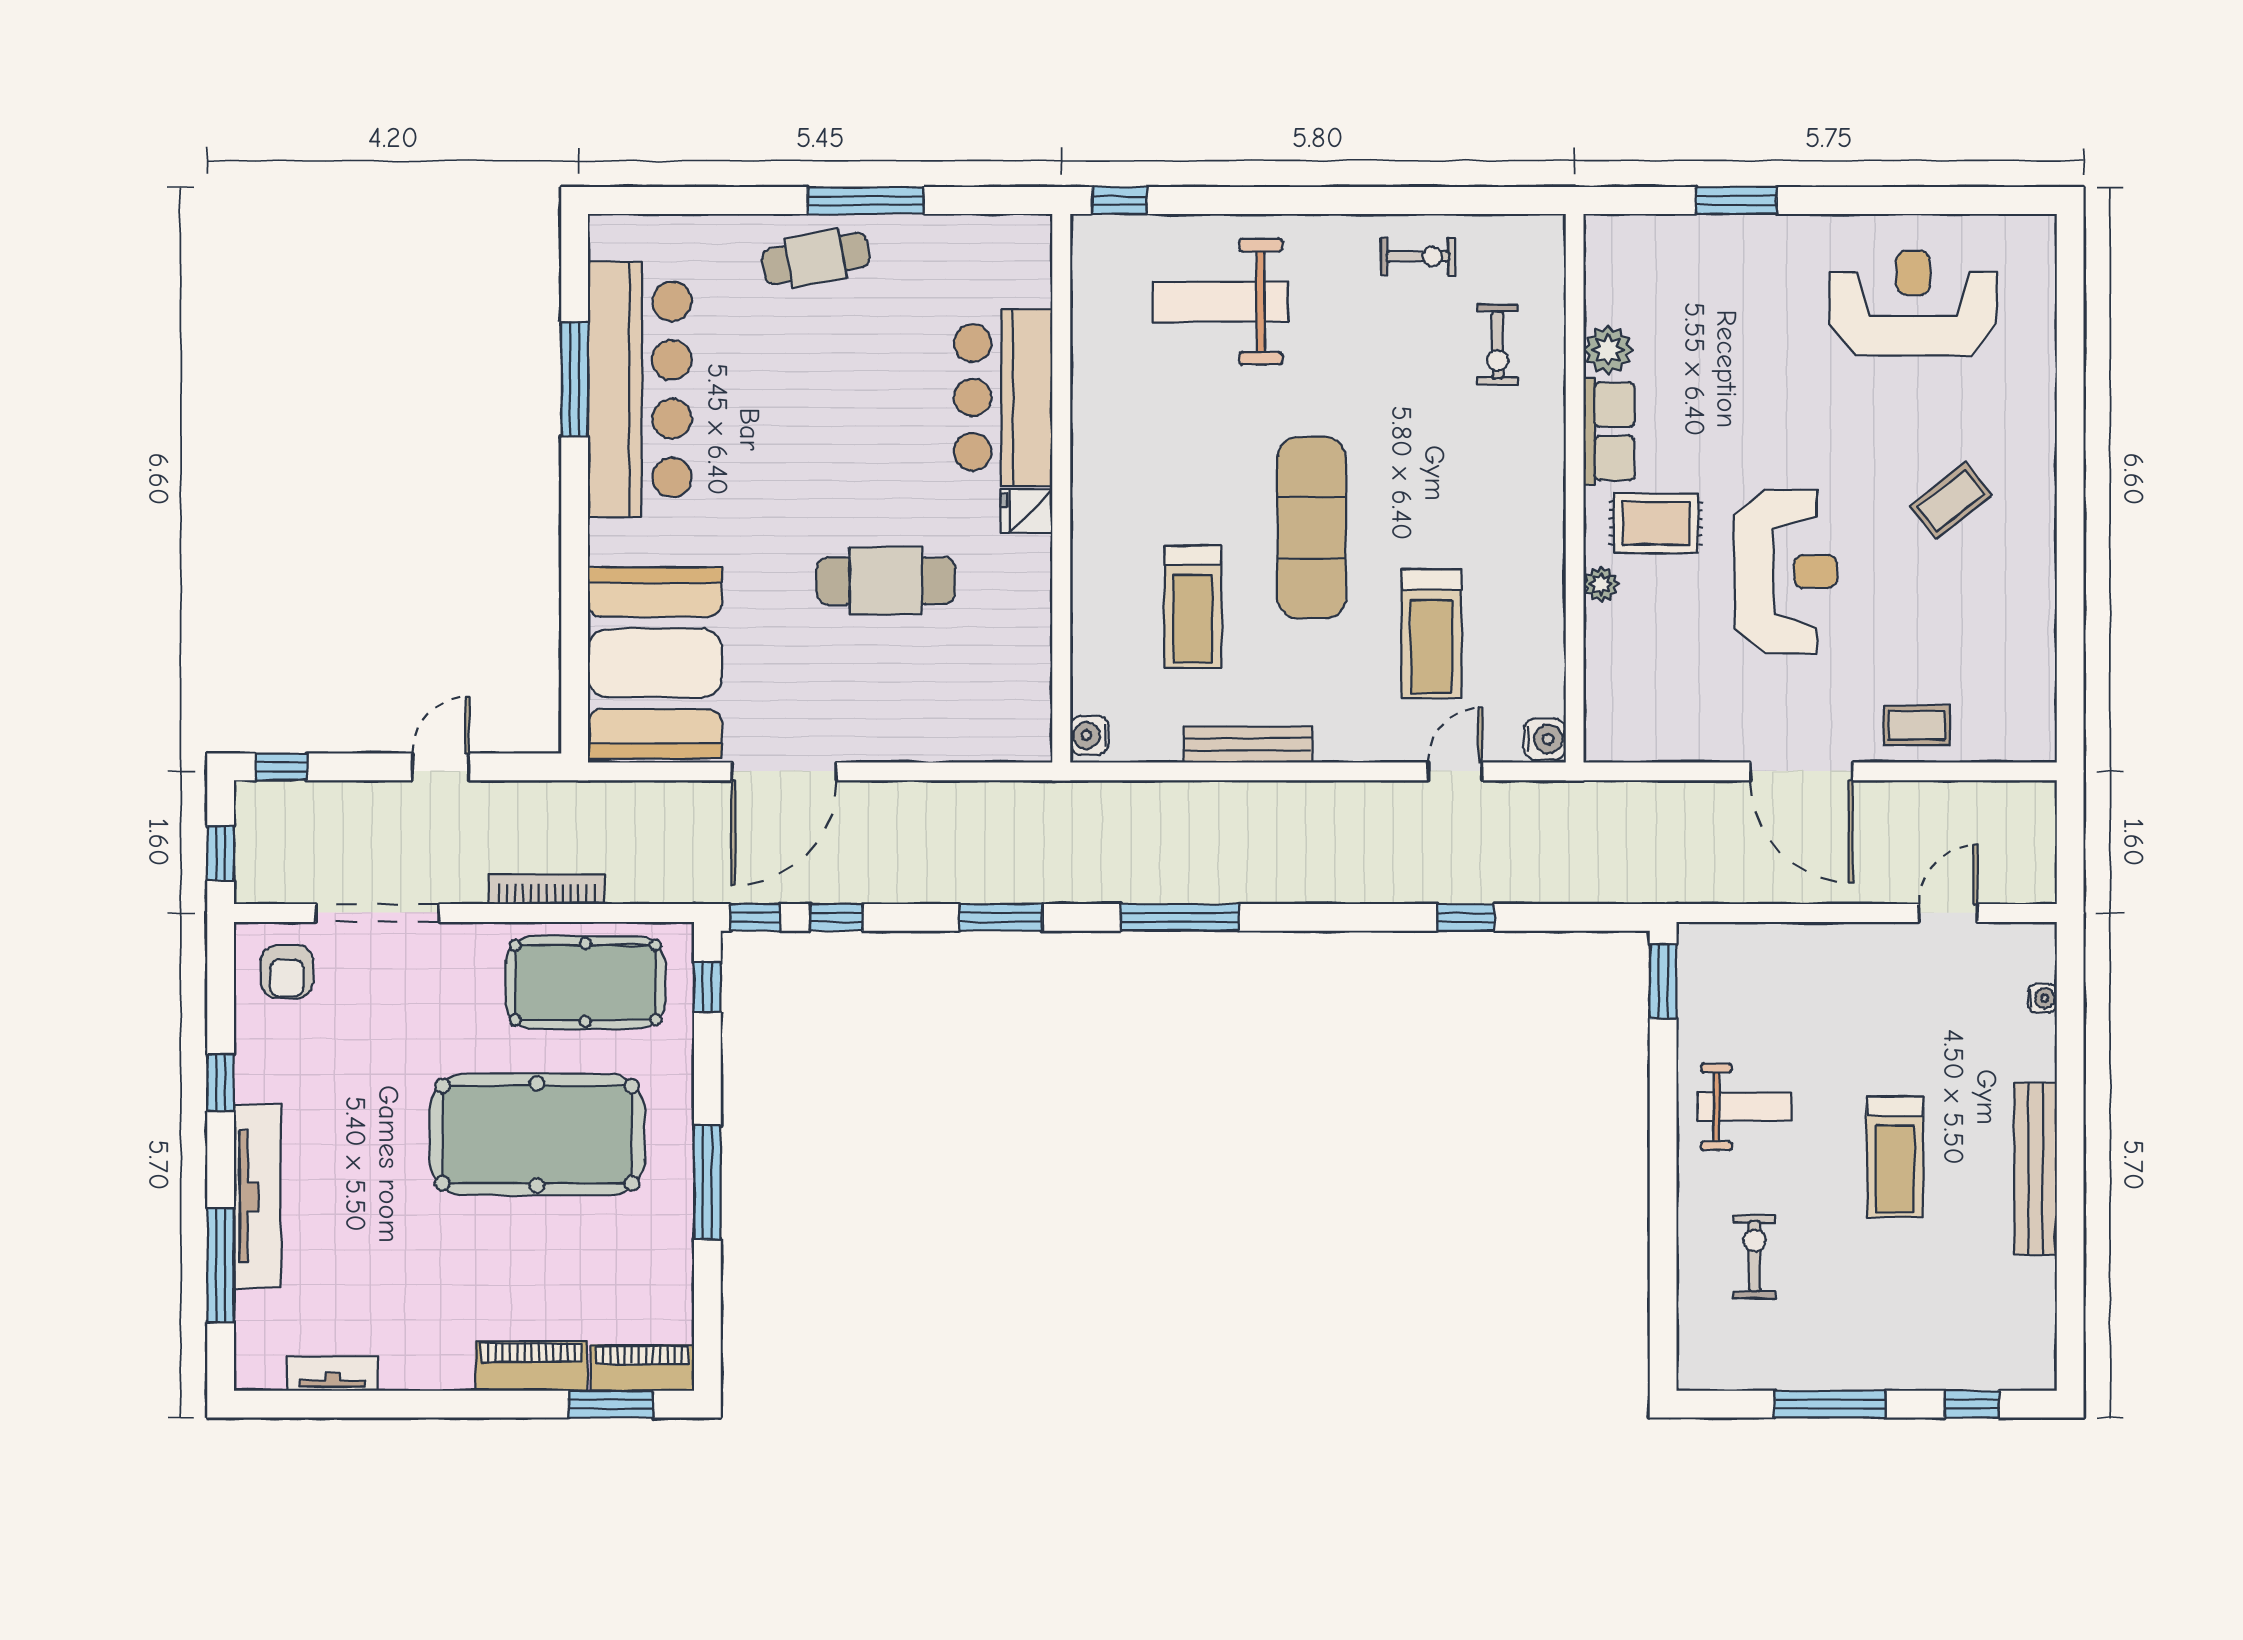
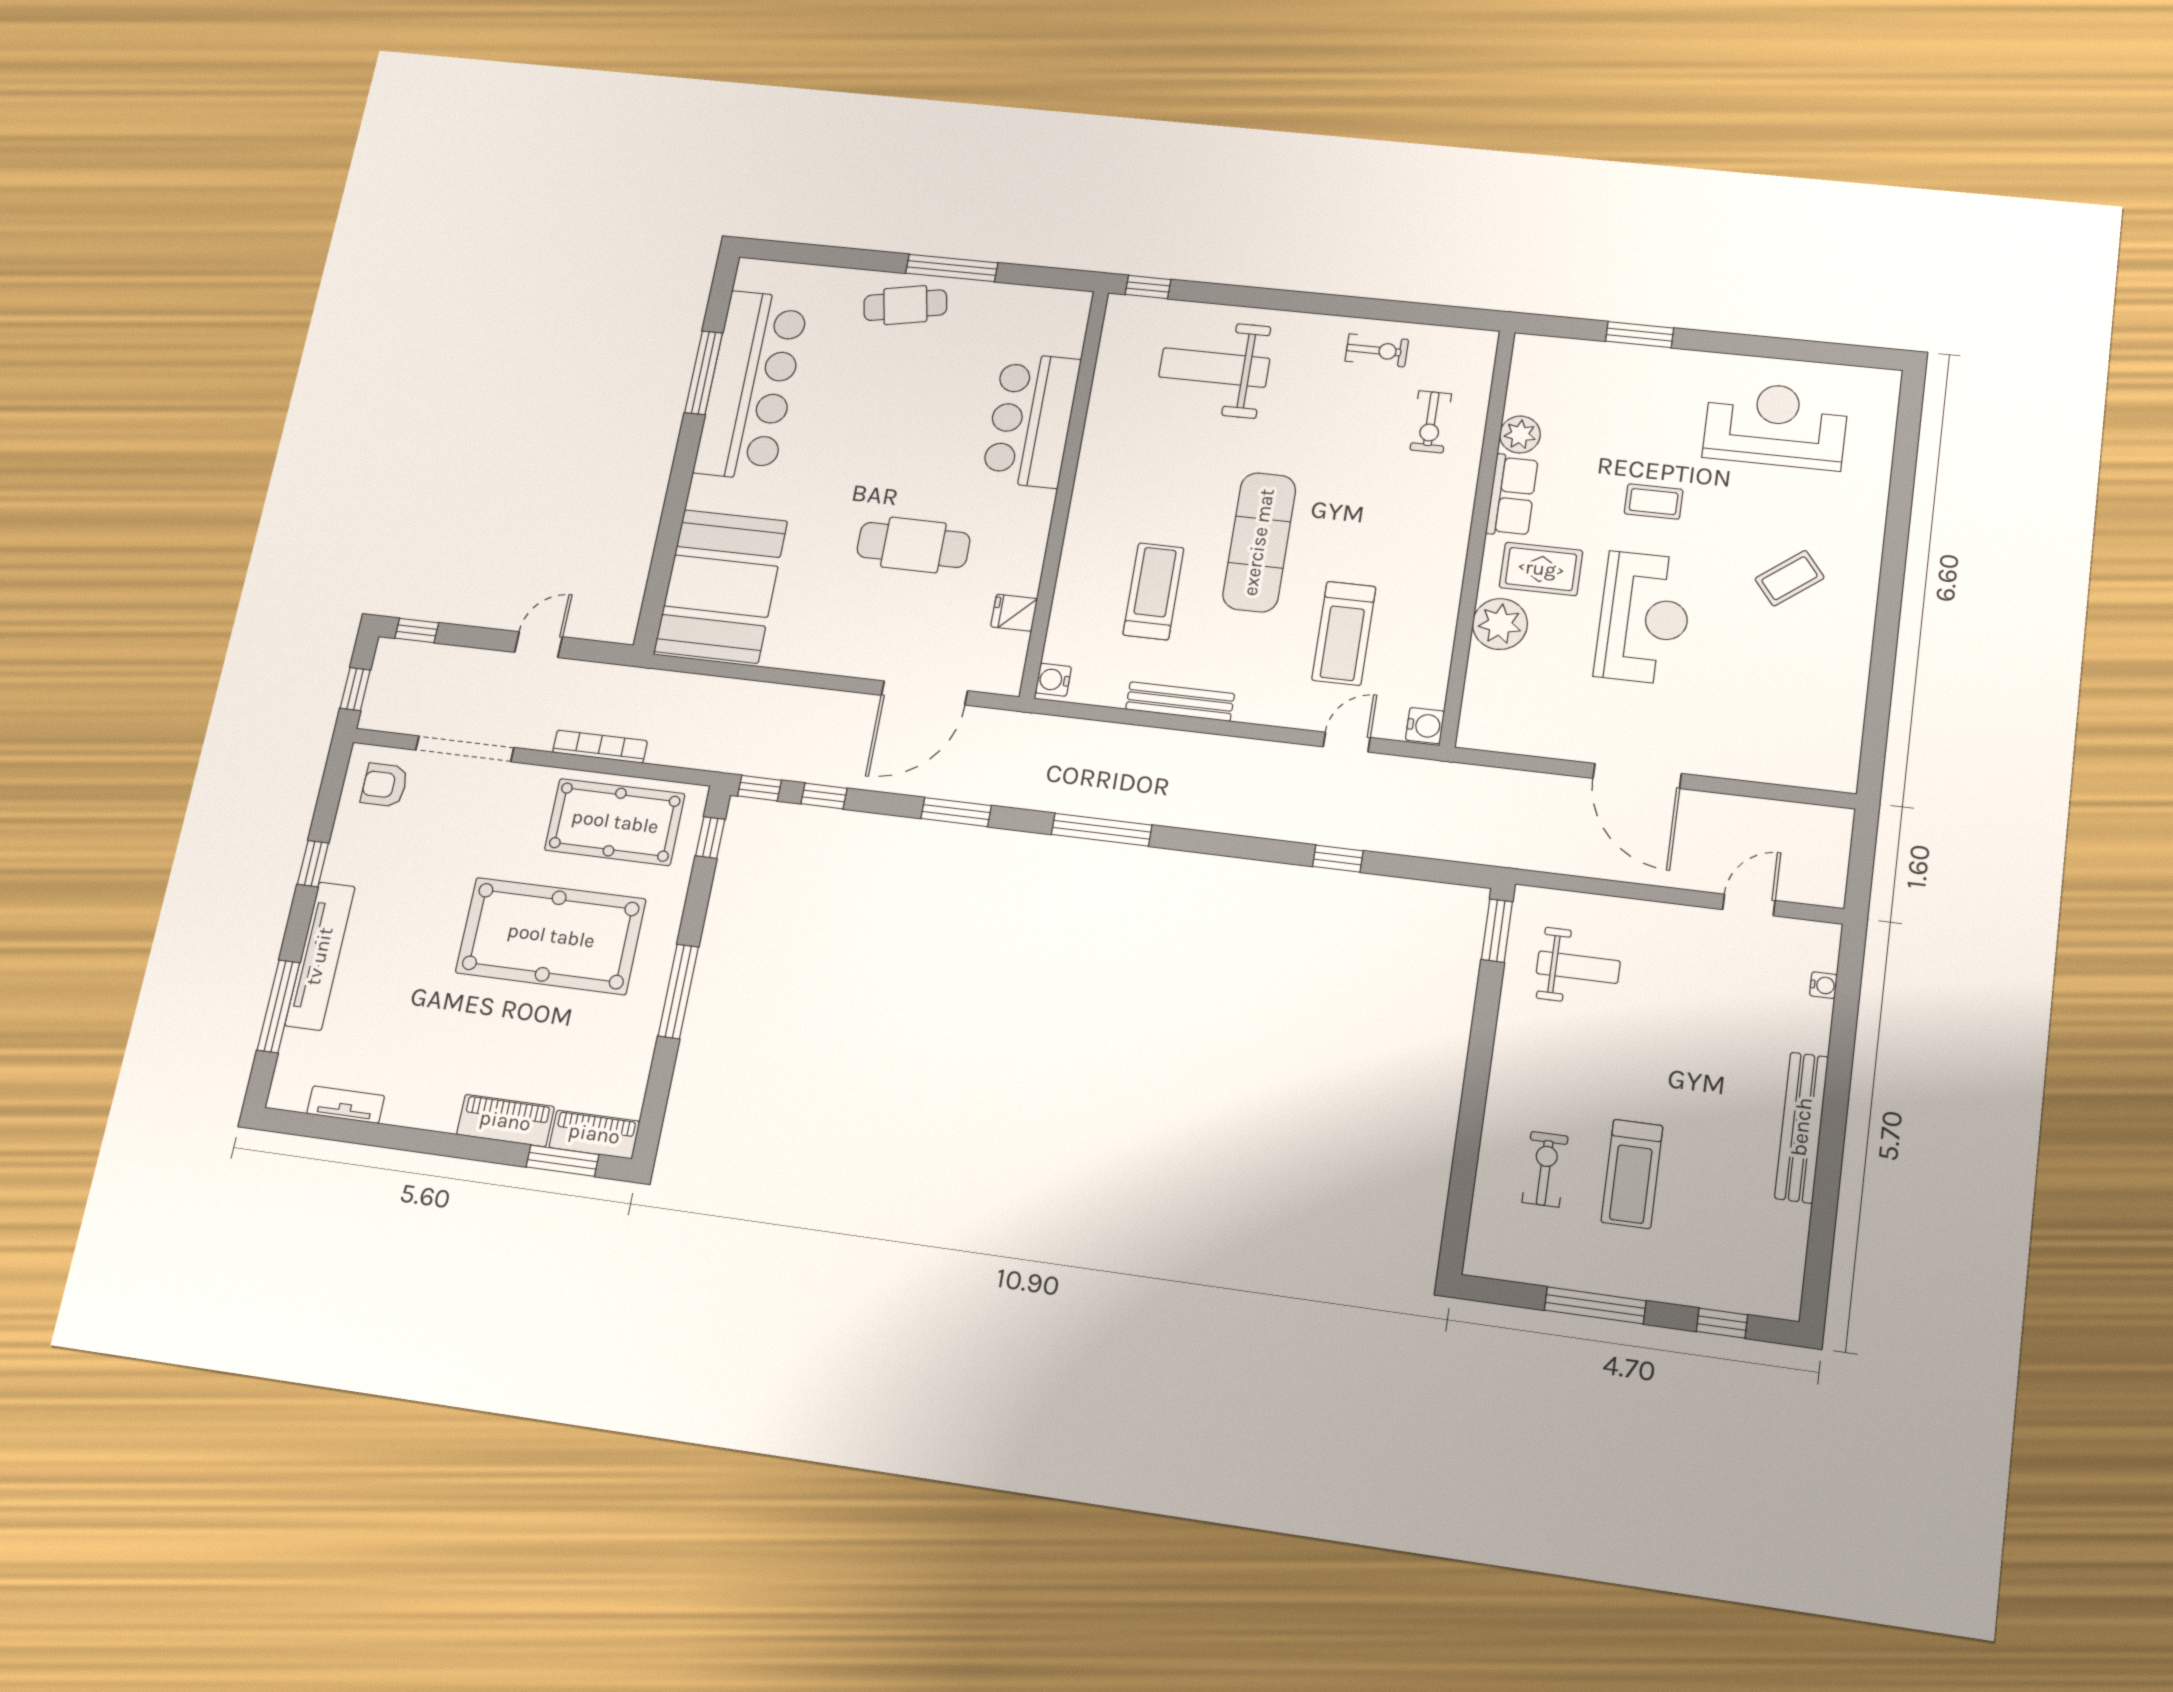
fridge: (1027, 511) -> (1014, 613), moved
plant: (1601, 584) -> (1500, 624), width x1.88, depth x1.88
treadmill: (1193, 607) -> (1153, 591), turned 180
coffee table: (1917, 725) -> (1654, 502), moved
door: (784, 771) -> (924, 693), moved
armchair: (287, 972) -> (384, 785), turned 90
weight bench: (1745, 1107) -> (1578, 967), moved
treadmill: (1895, 1157) -> (1632, 1174), moved

